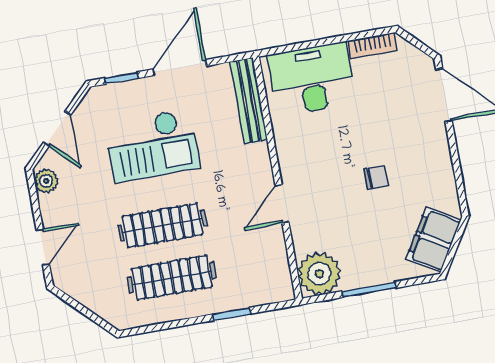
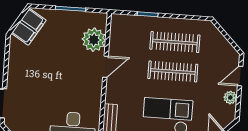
chair: (376, 177) -> (51, 68), removed
plant: (46, 181) -> (230, 97), moved
plant: (319, 274) -> (94, 40), moved

